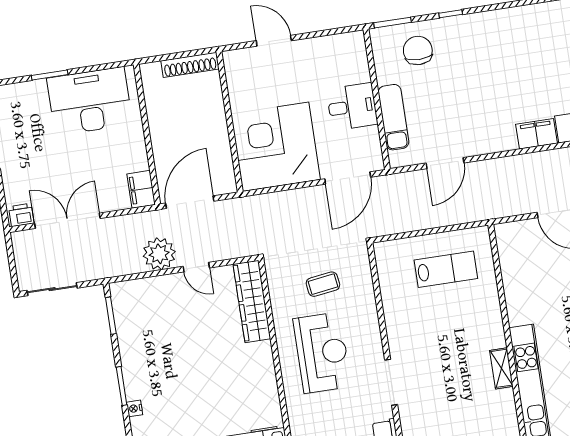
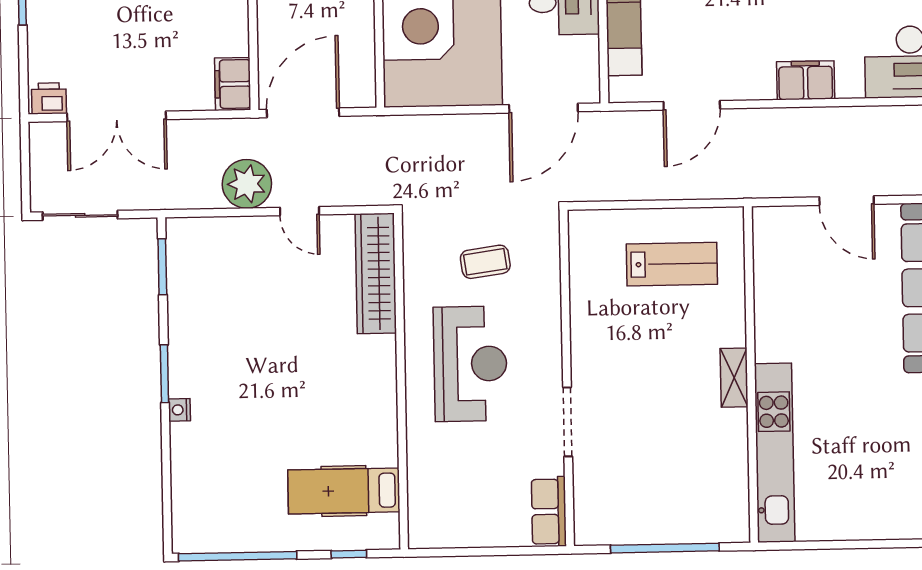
filing cabinet: (537, 134) -> (806, 80), moved
double door: (67, 221) -> (117, 116), swing flipped
shelving: (501, 368) -> (734, 378), moved

